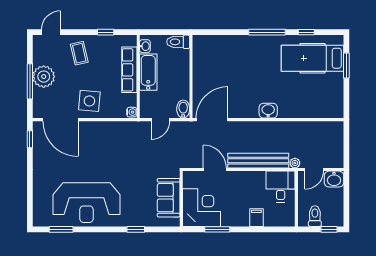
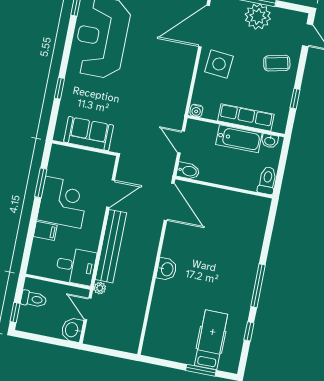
hospital bed: (313, 58) -> (211, 340), width x0.73, depth x0.78
corner desk: (202, 208) -> (63, 202), moved, turned -90

